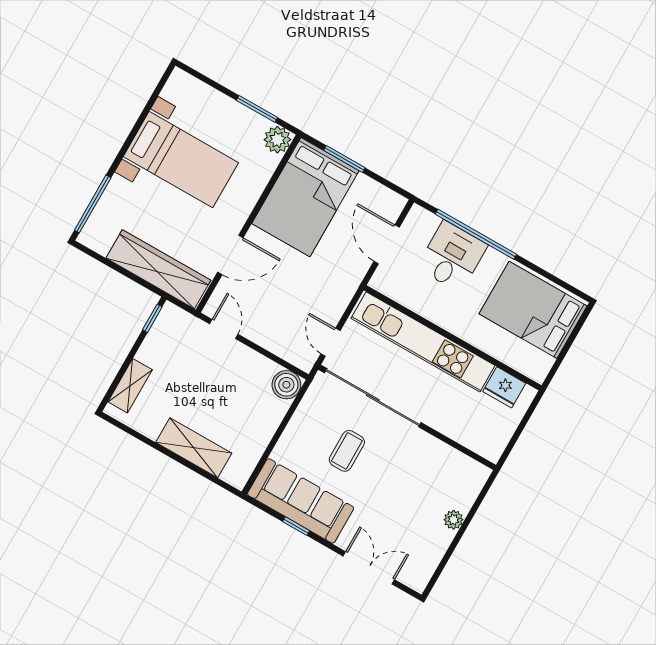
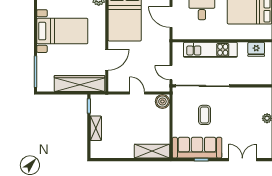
door: (224, 329) -> (137, 93), moved
kitchen unit: (423, 342) -> (210, 50), width x0.73
shelving: (130, 386) -> (96, 128), moved
shelving: (194, 448) -> (152, 151), moved

